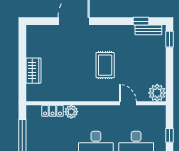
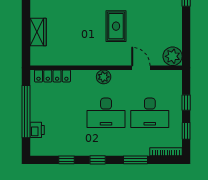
locker: (53, 111) -> (52, 76), width x1.53
plant: (71, 112) -> (104, 77), moved

